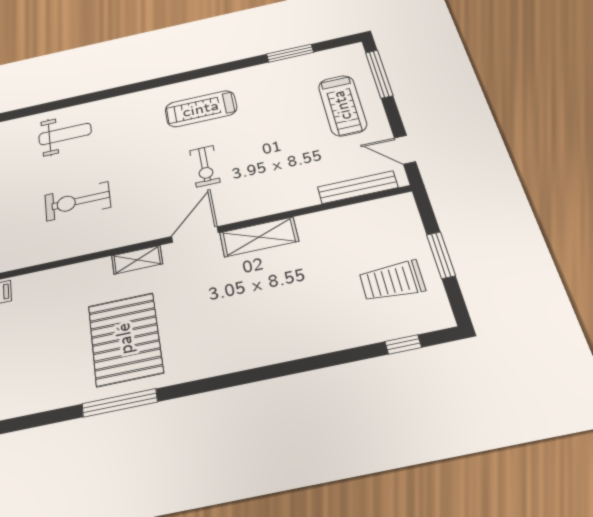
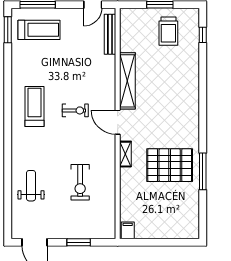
window: (290, 53) -> (8, 30), moved
treadmill: (342, 105) -> (39, 30), moved
treadmill: (201, 109) -> (34, 106), turned 180
shelving: (259, 237) -> (127, 81), width x1.47

